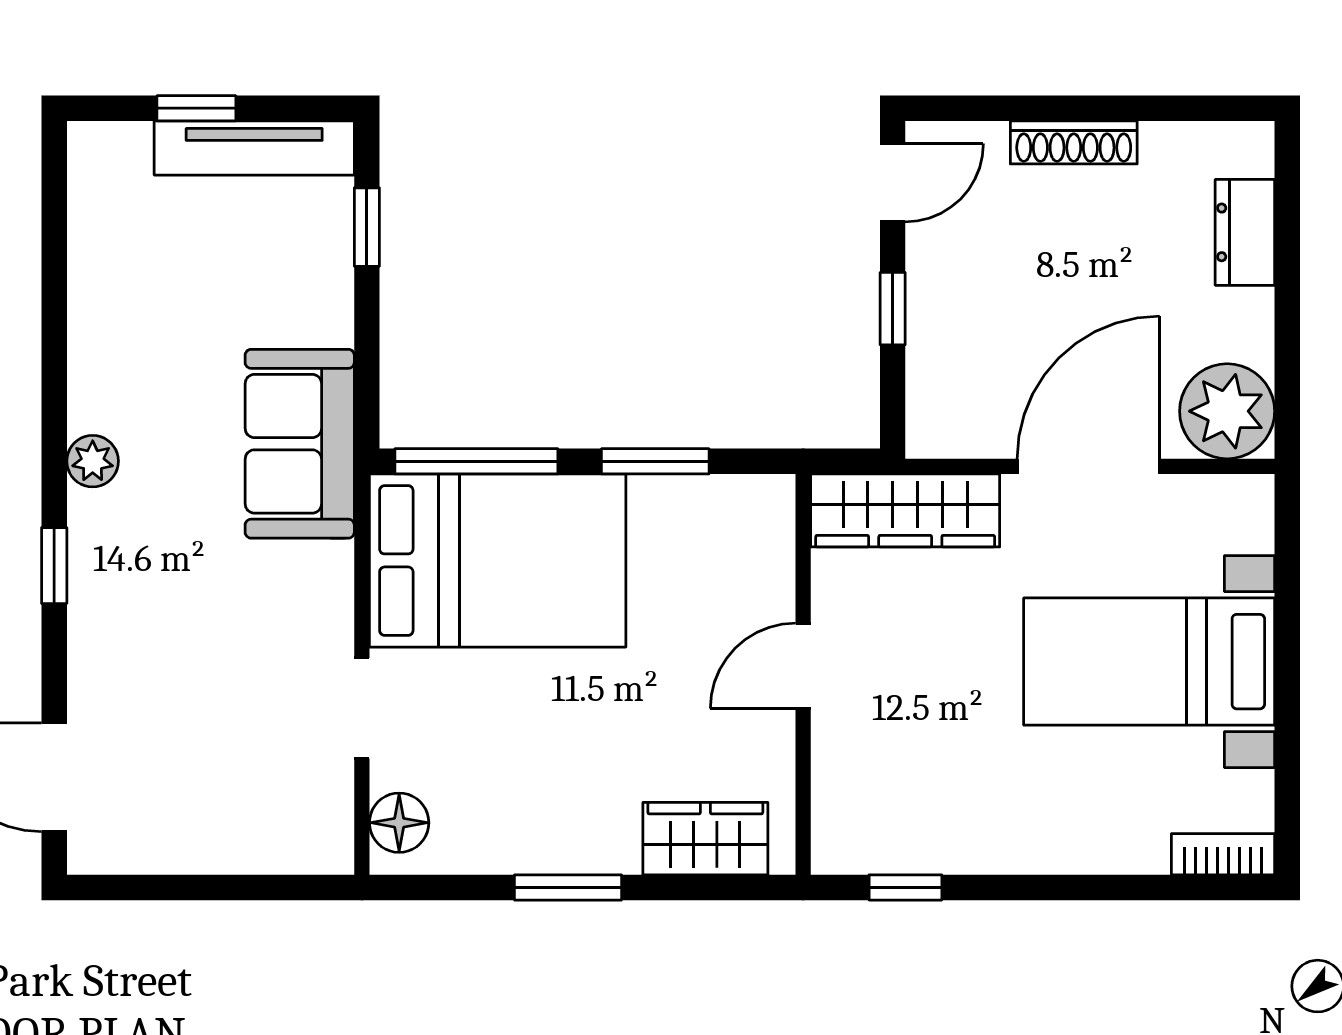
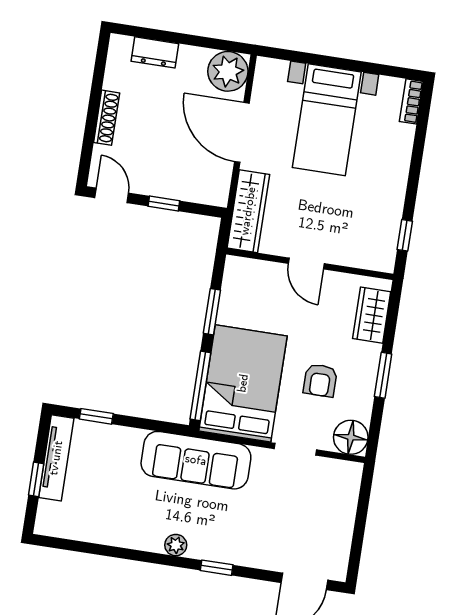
sofa: (300, 444) -> (196, 460), width x1.36
armchair: (533, 741) -> (320, 380), added
floor lamp: (399, 823) -> (351, 437), width x1.38, depth x1.38

